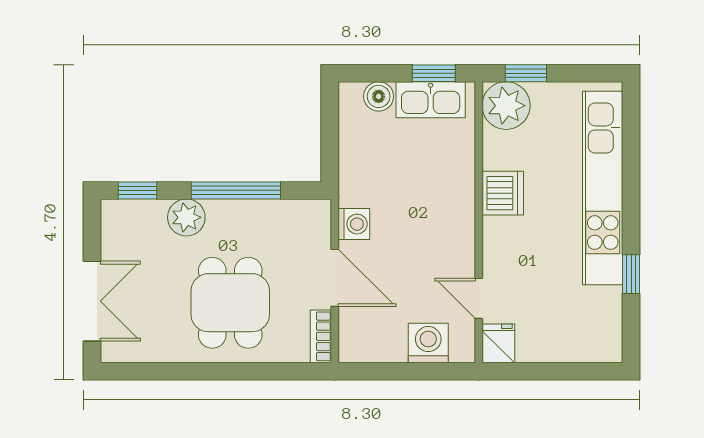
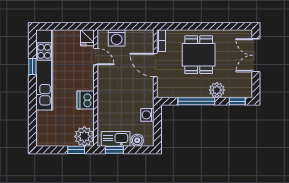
kitchen unit: (603, 188) -> (44, 70), moved
washing machine: (354, 224) -> (147, 115), moved

